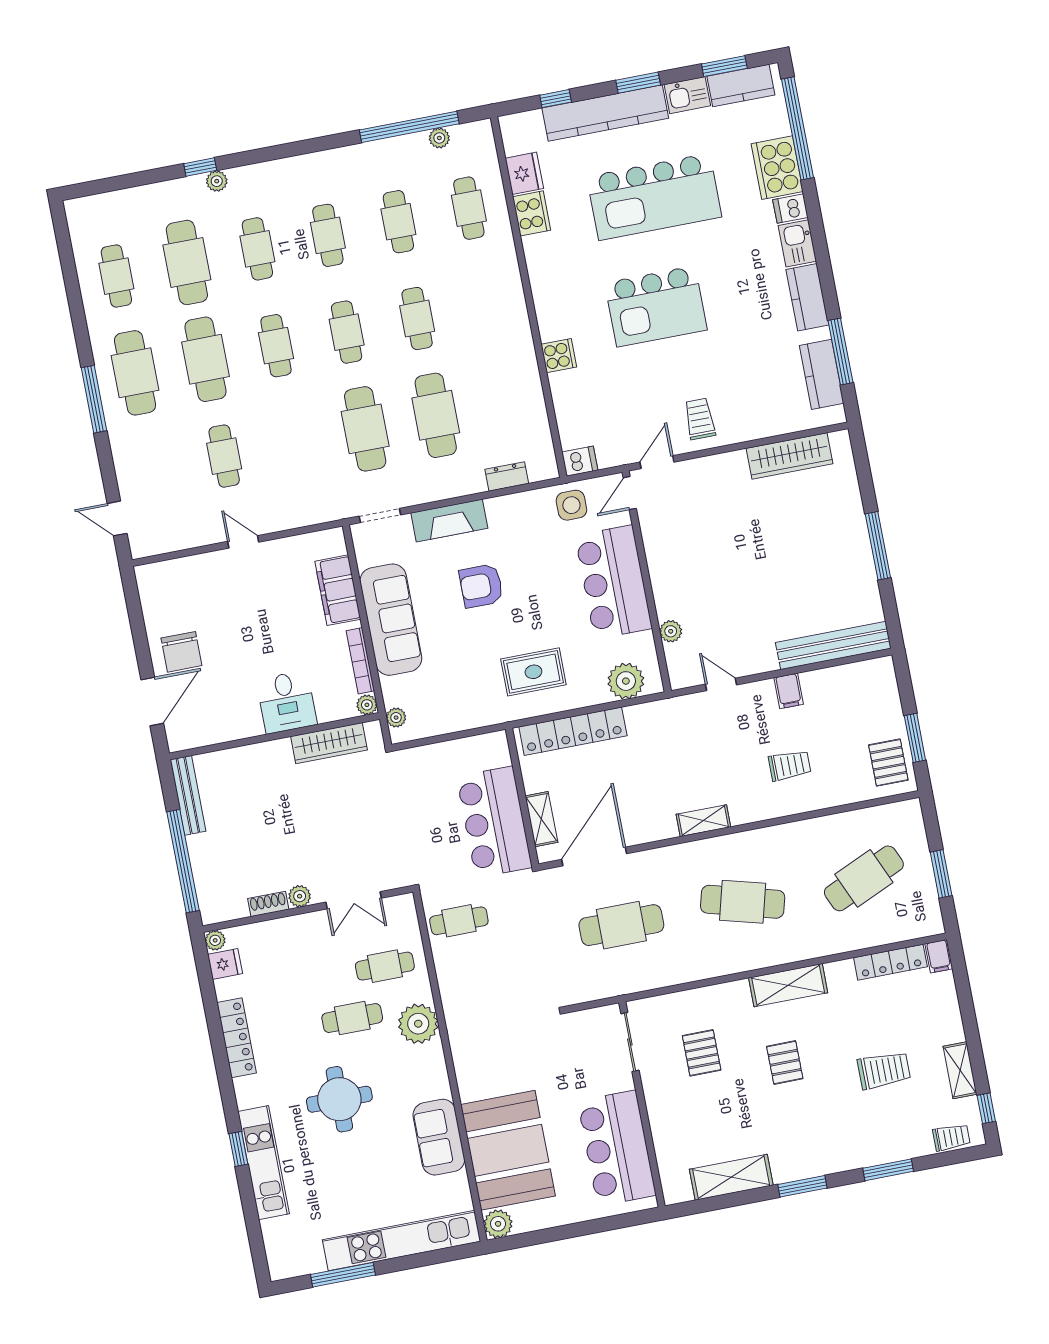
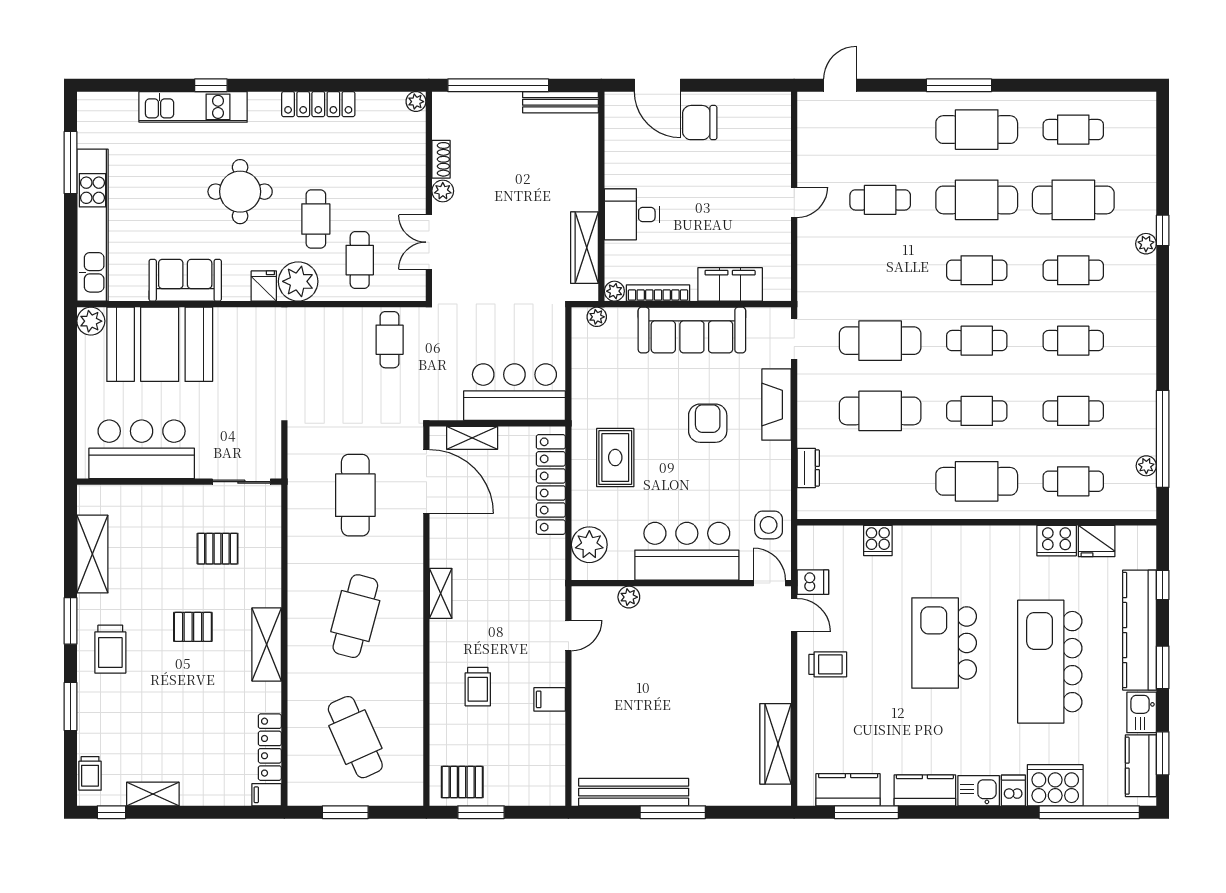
cafe table: (488, 305) -> (977, 481), added
cooker: (559, 356) -> (878, 540), moved
dishwasher: (580, 461) -> (813, 582), moved, turned -90
bench: (833, 645) -> (634, 792), moved, turned 90
bar counter: (494, 822) -> (514, 392), moved
fridge: (225, 964) -> (264, 286), moved, turned 180
trolley: (884, 1070) -> (110, 649), moved

